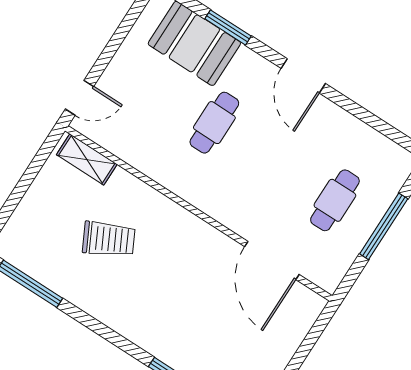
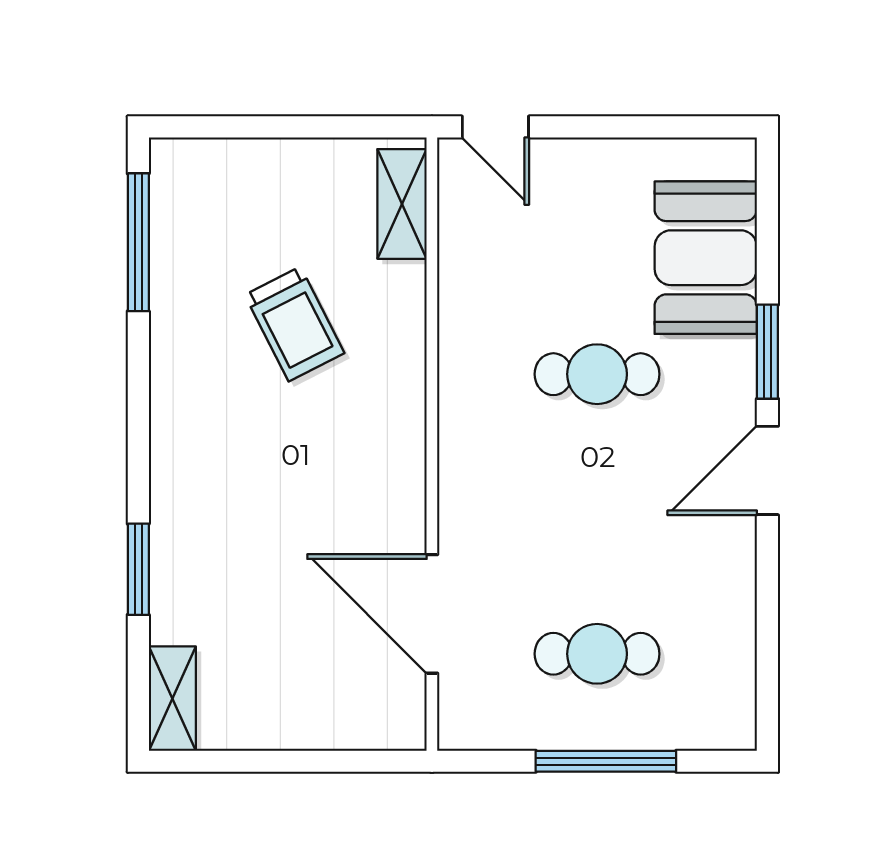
window: (228, 27) -> (767, 352), moved
door: (272, 260) -> (432, 614), hinge flipped

